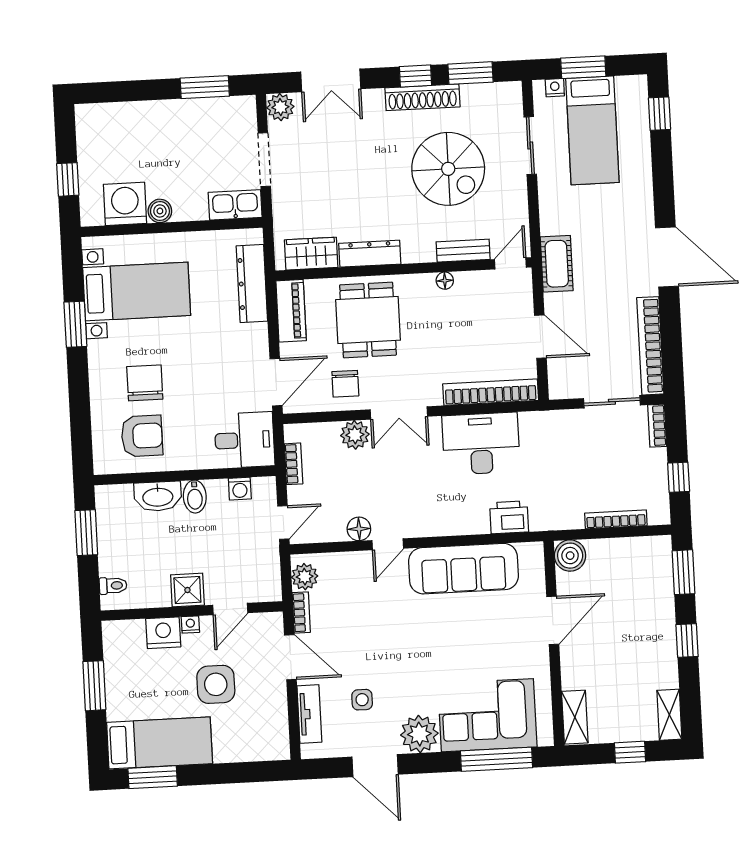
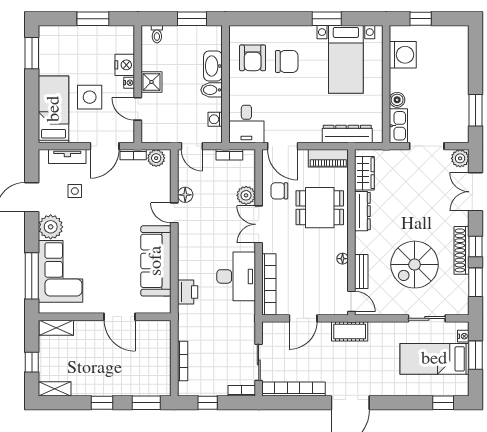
boiler: (160, 211) -> (397, 100), moved
boiler: (570, 556) -> (161, 330), removed
bed: (160, 743) -> (54, 109), moved, turned 180

